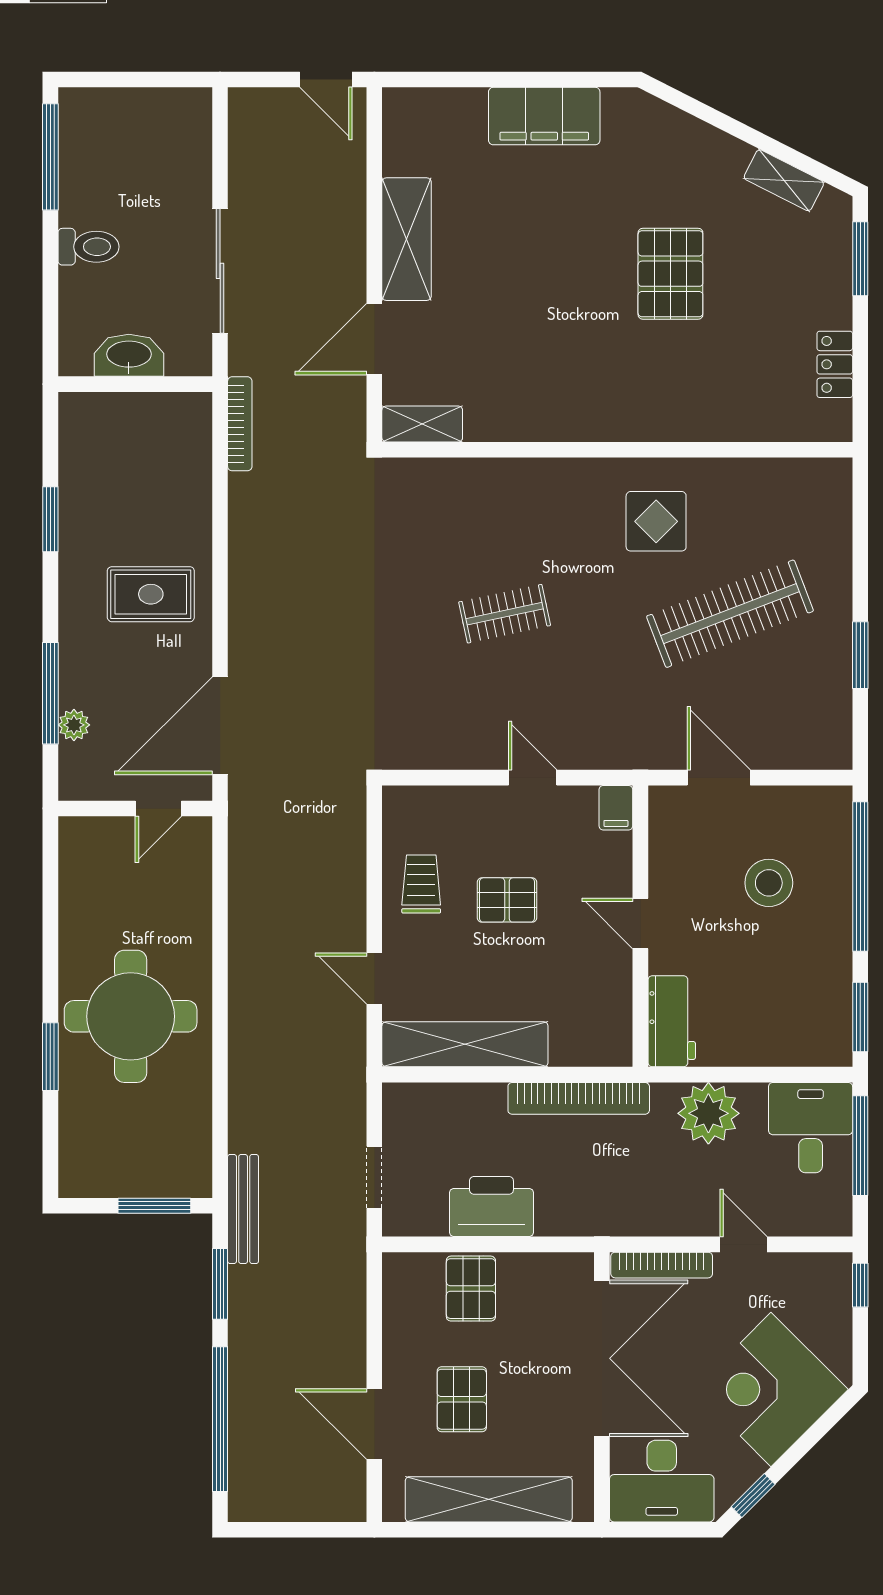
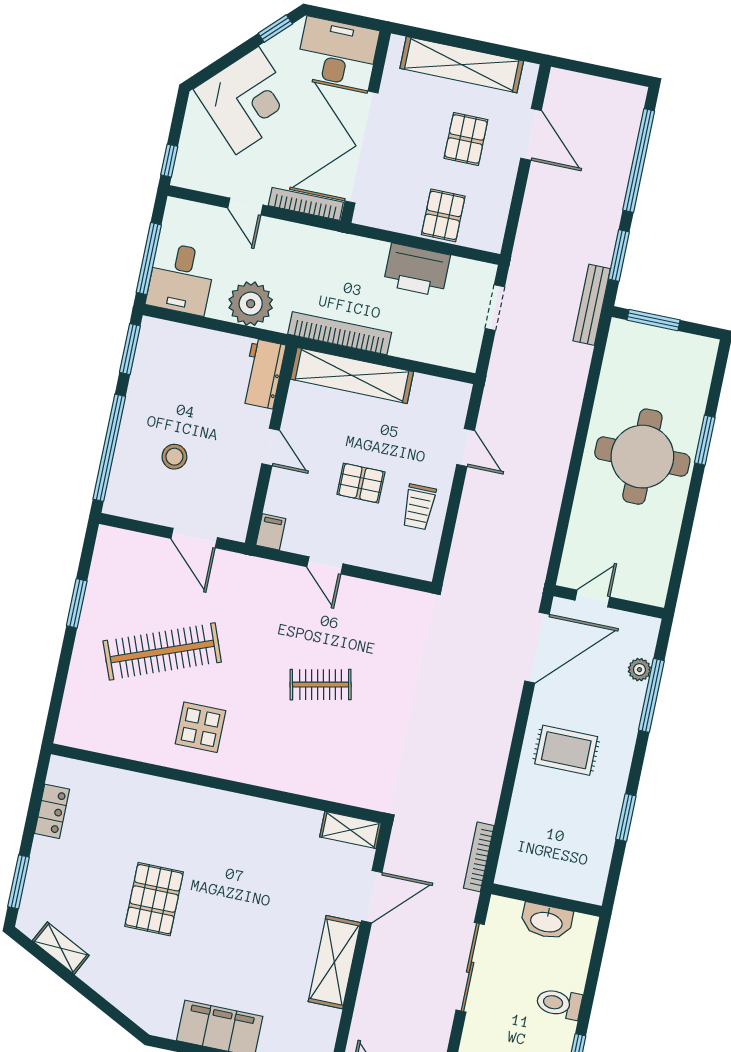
stool: (769, 883) -> (174, 457), width x0.73, depth x0.73
shelving: (465, 1044) -> (352, 375), moved

